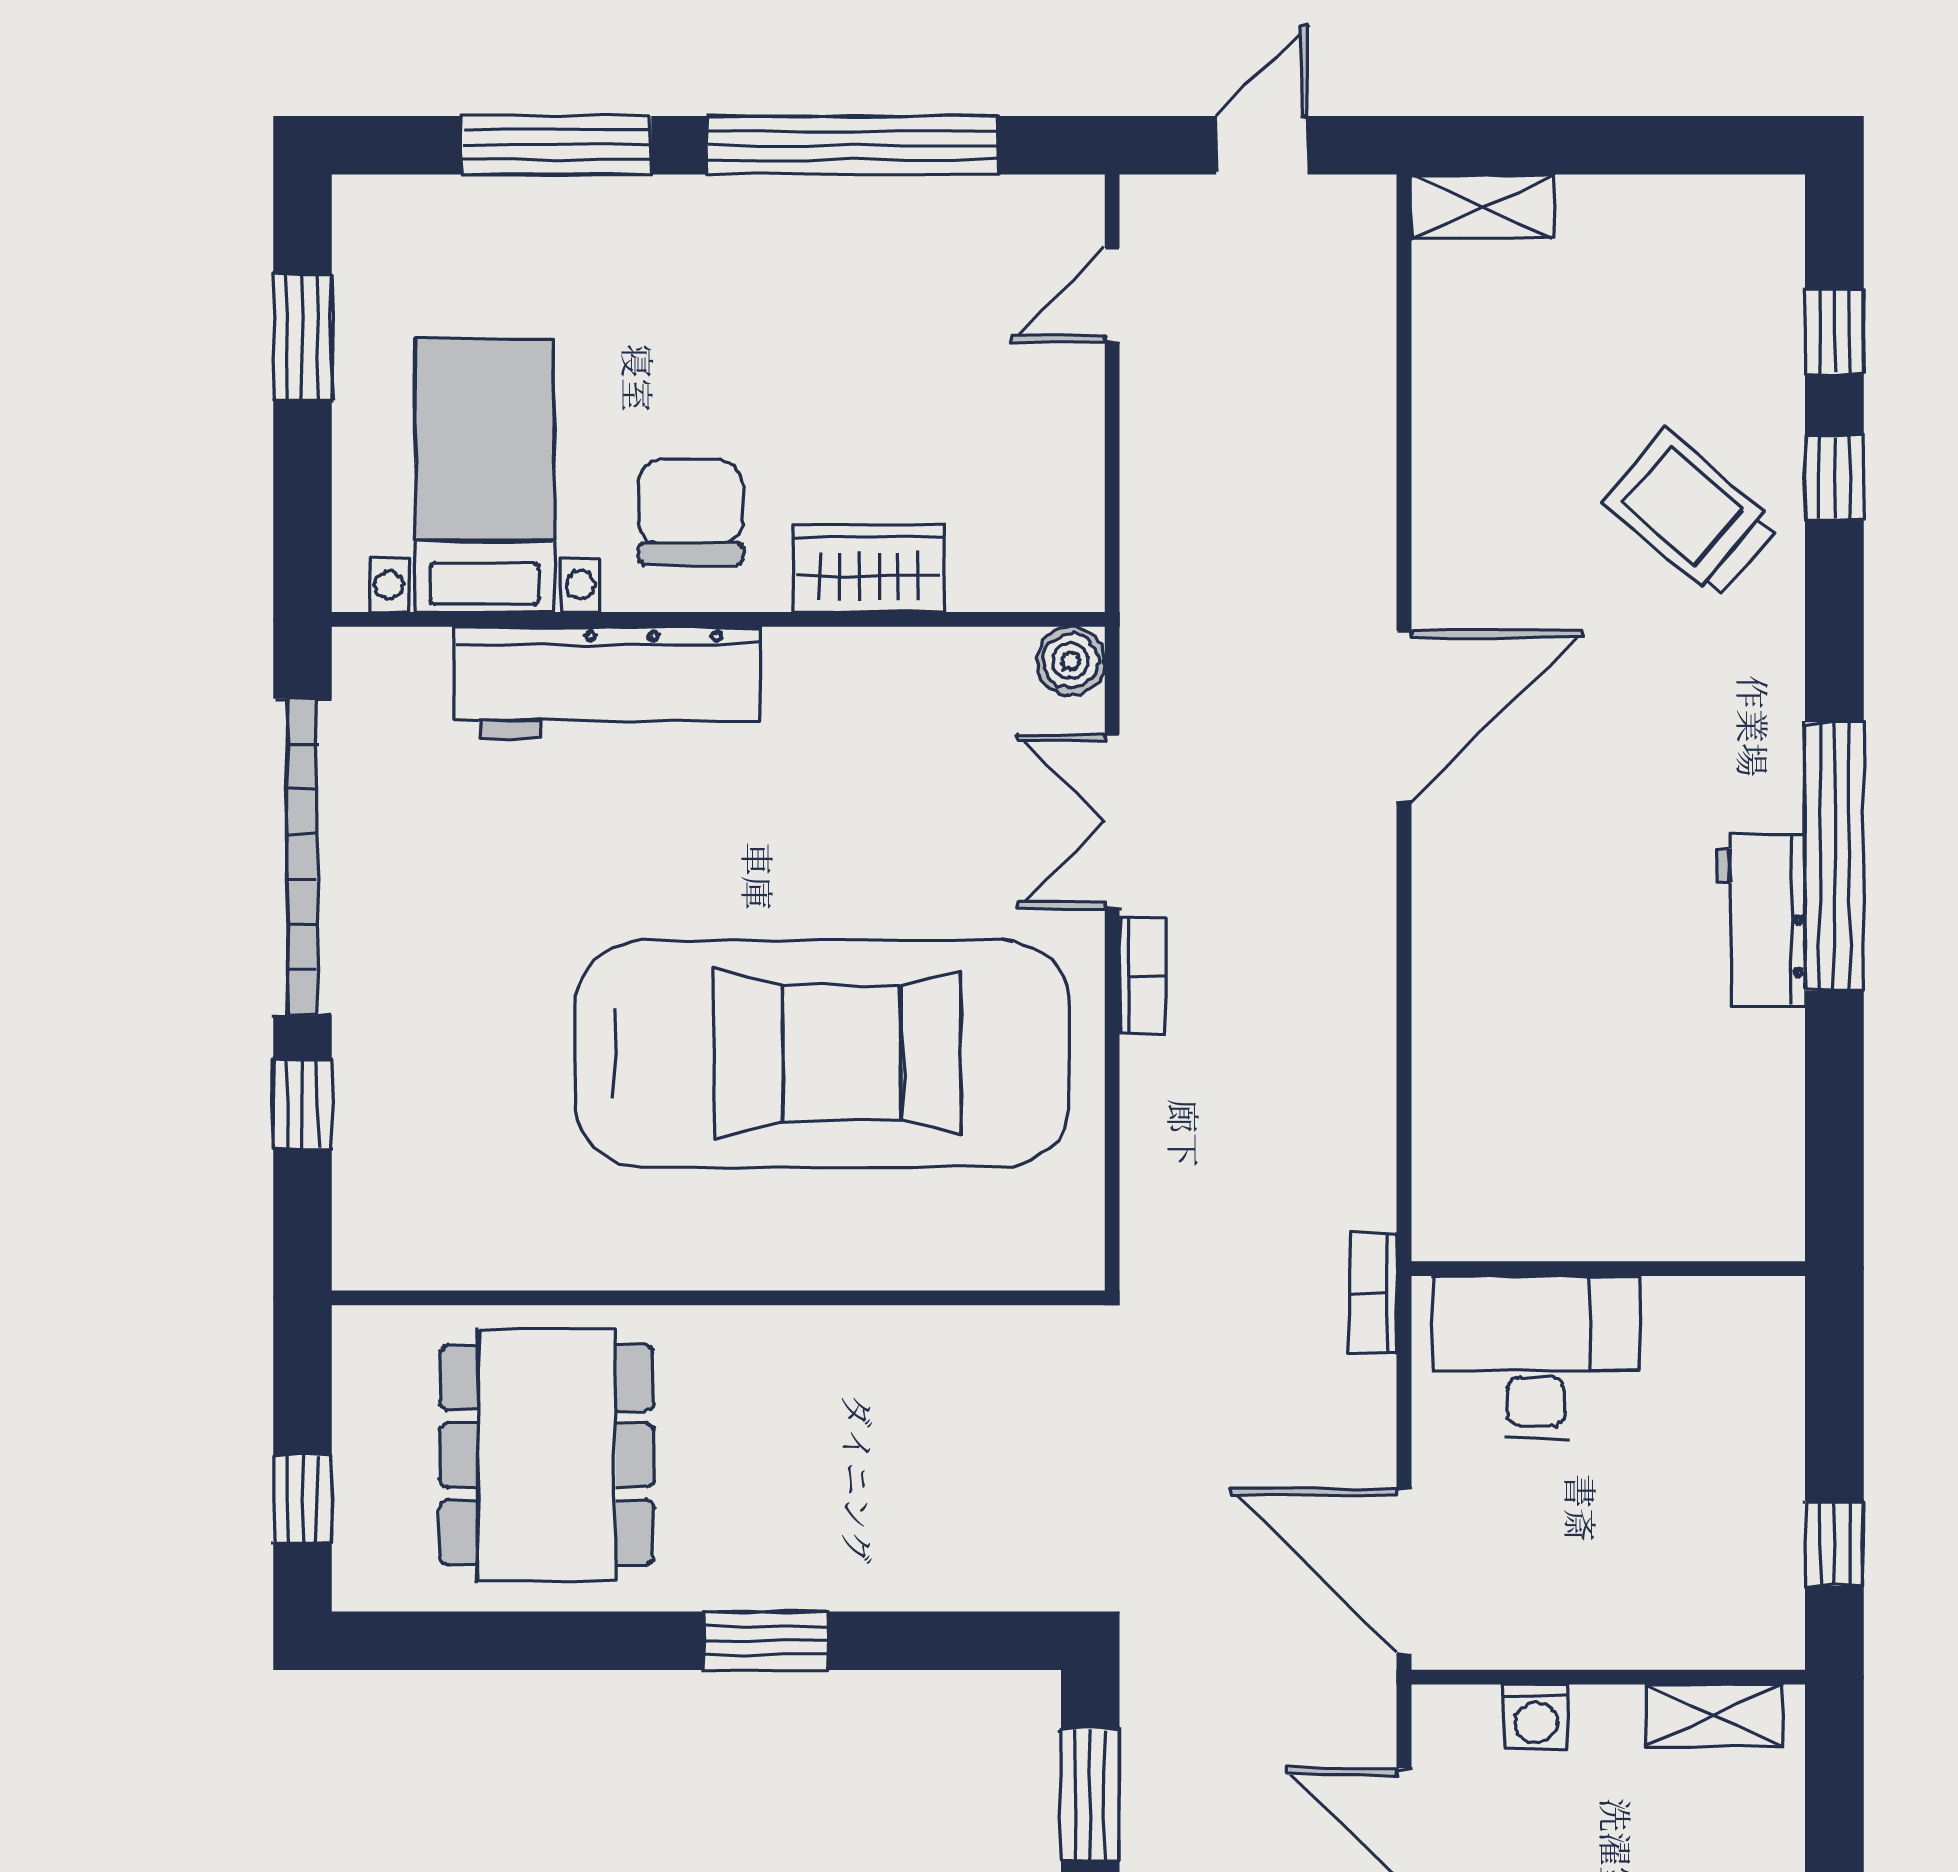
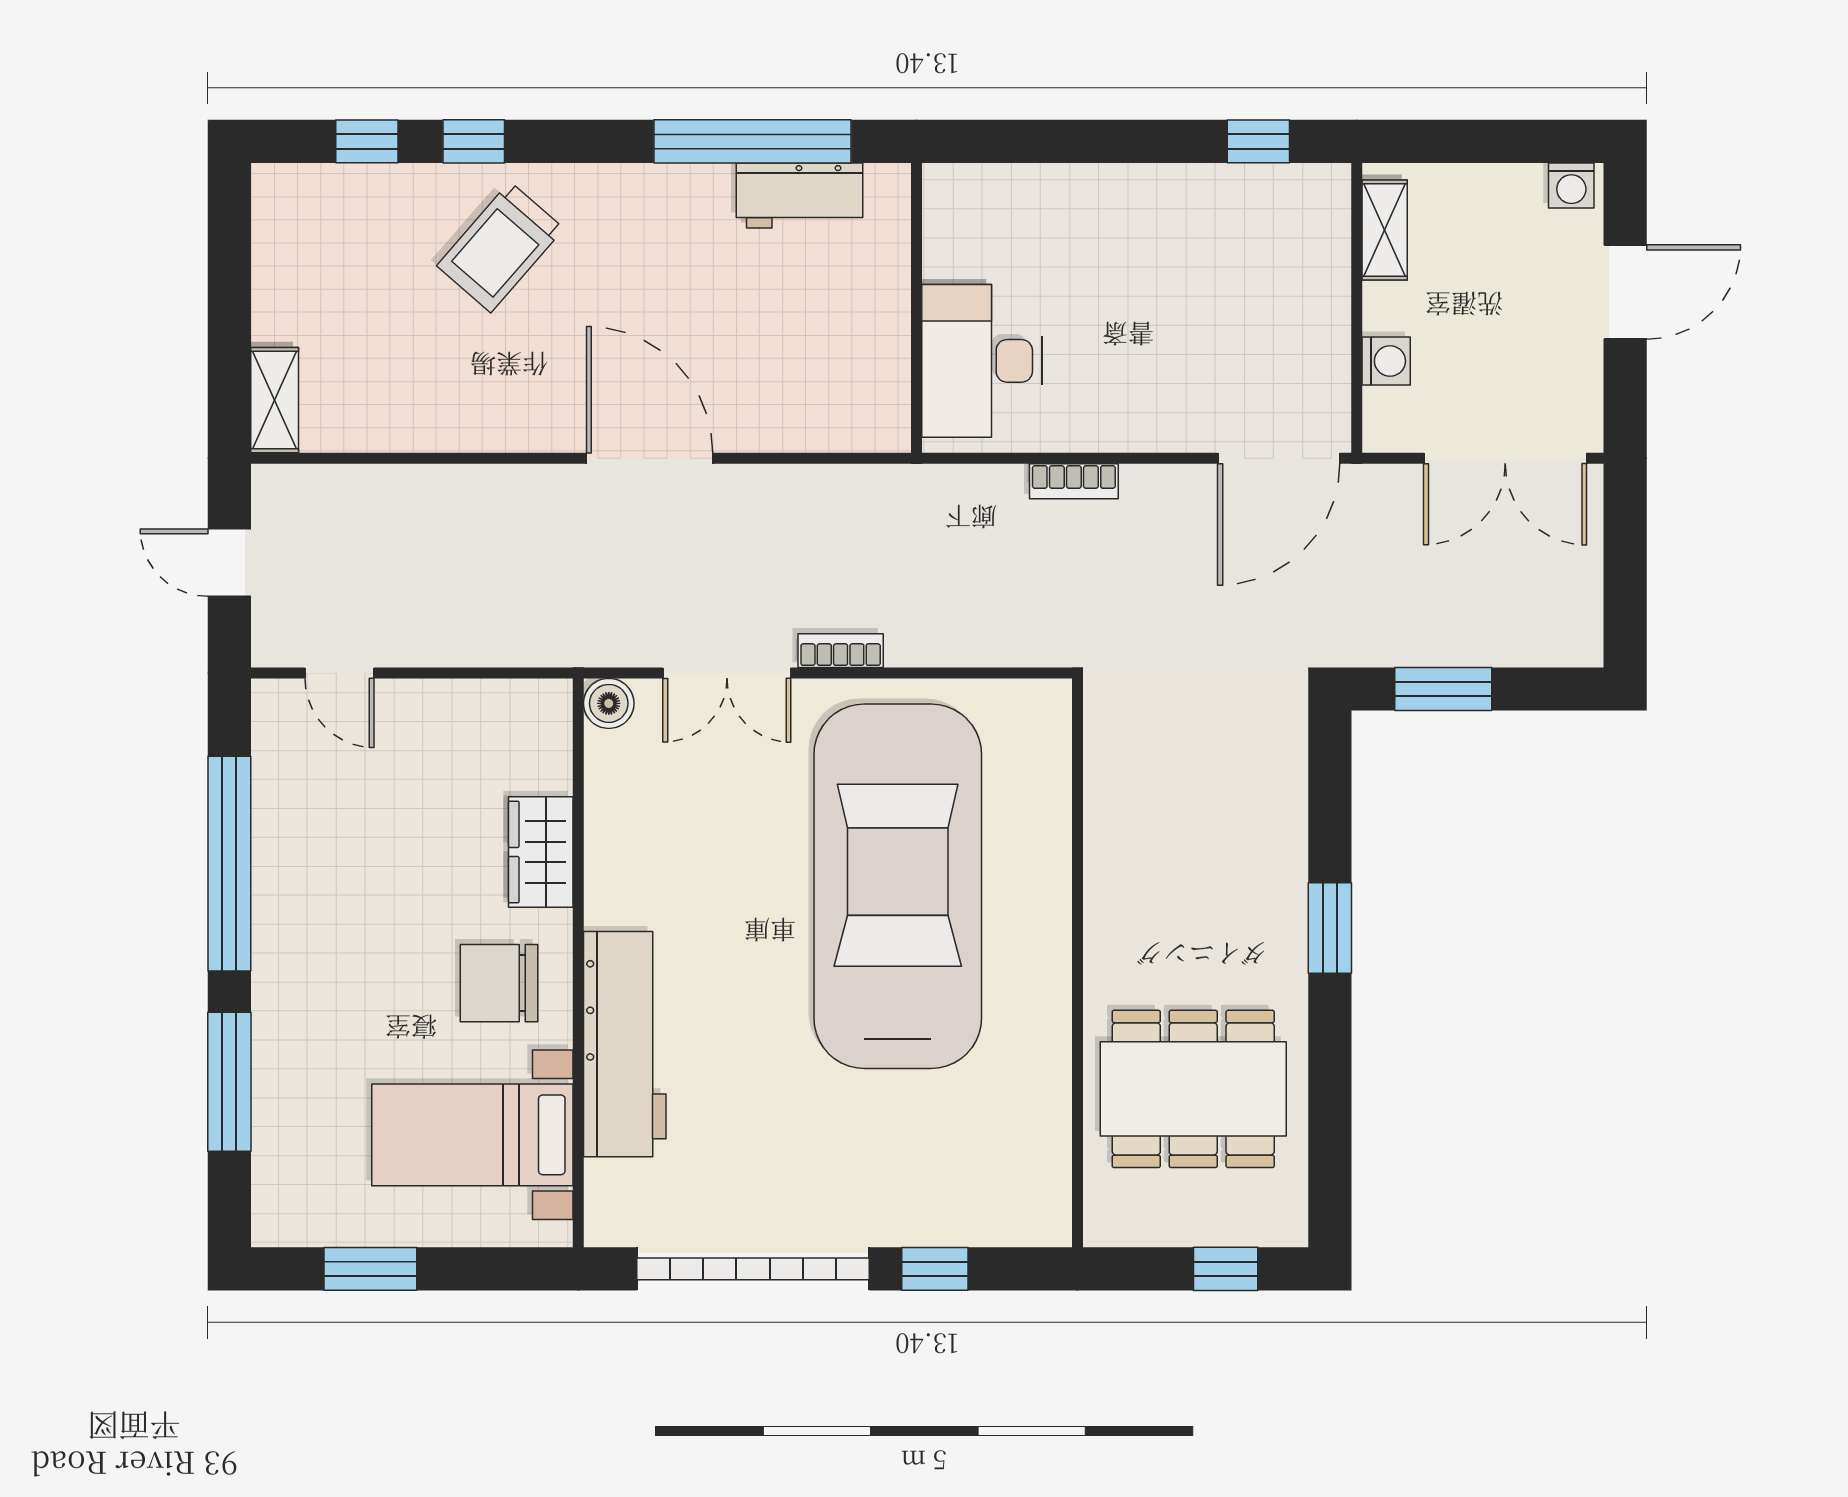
wall: (1608, 1269) -> (916, 308), moved
desk: (1536, 1358) -> (982, 361), moved

